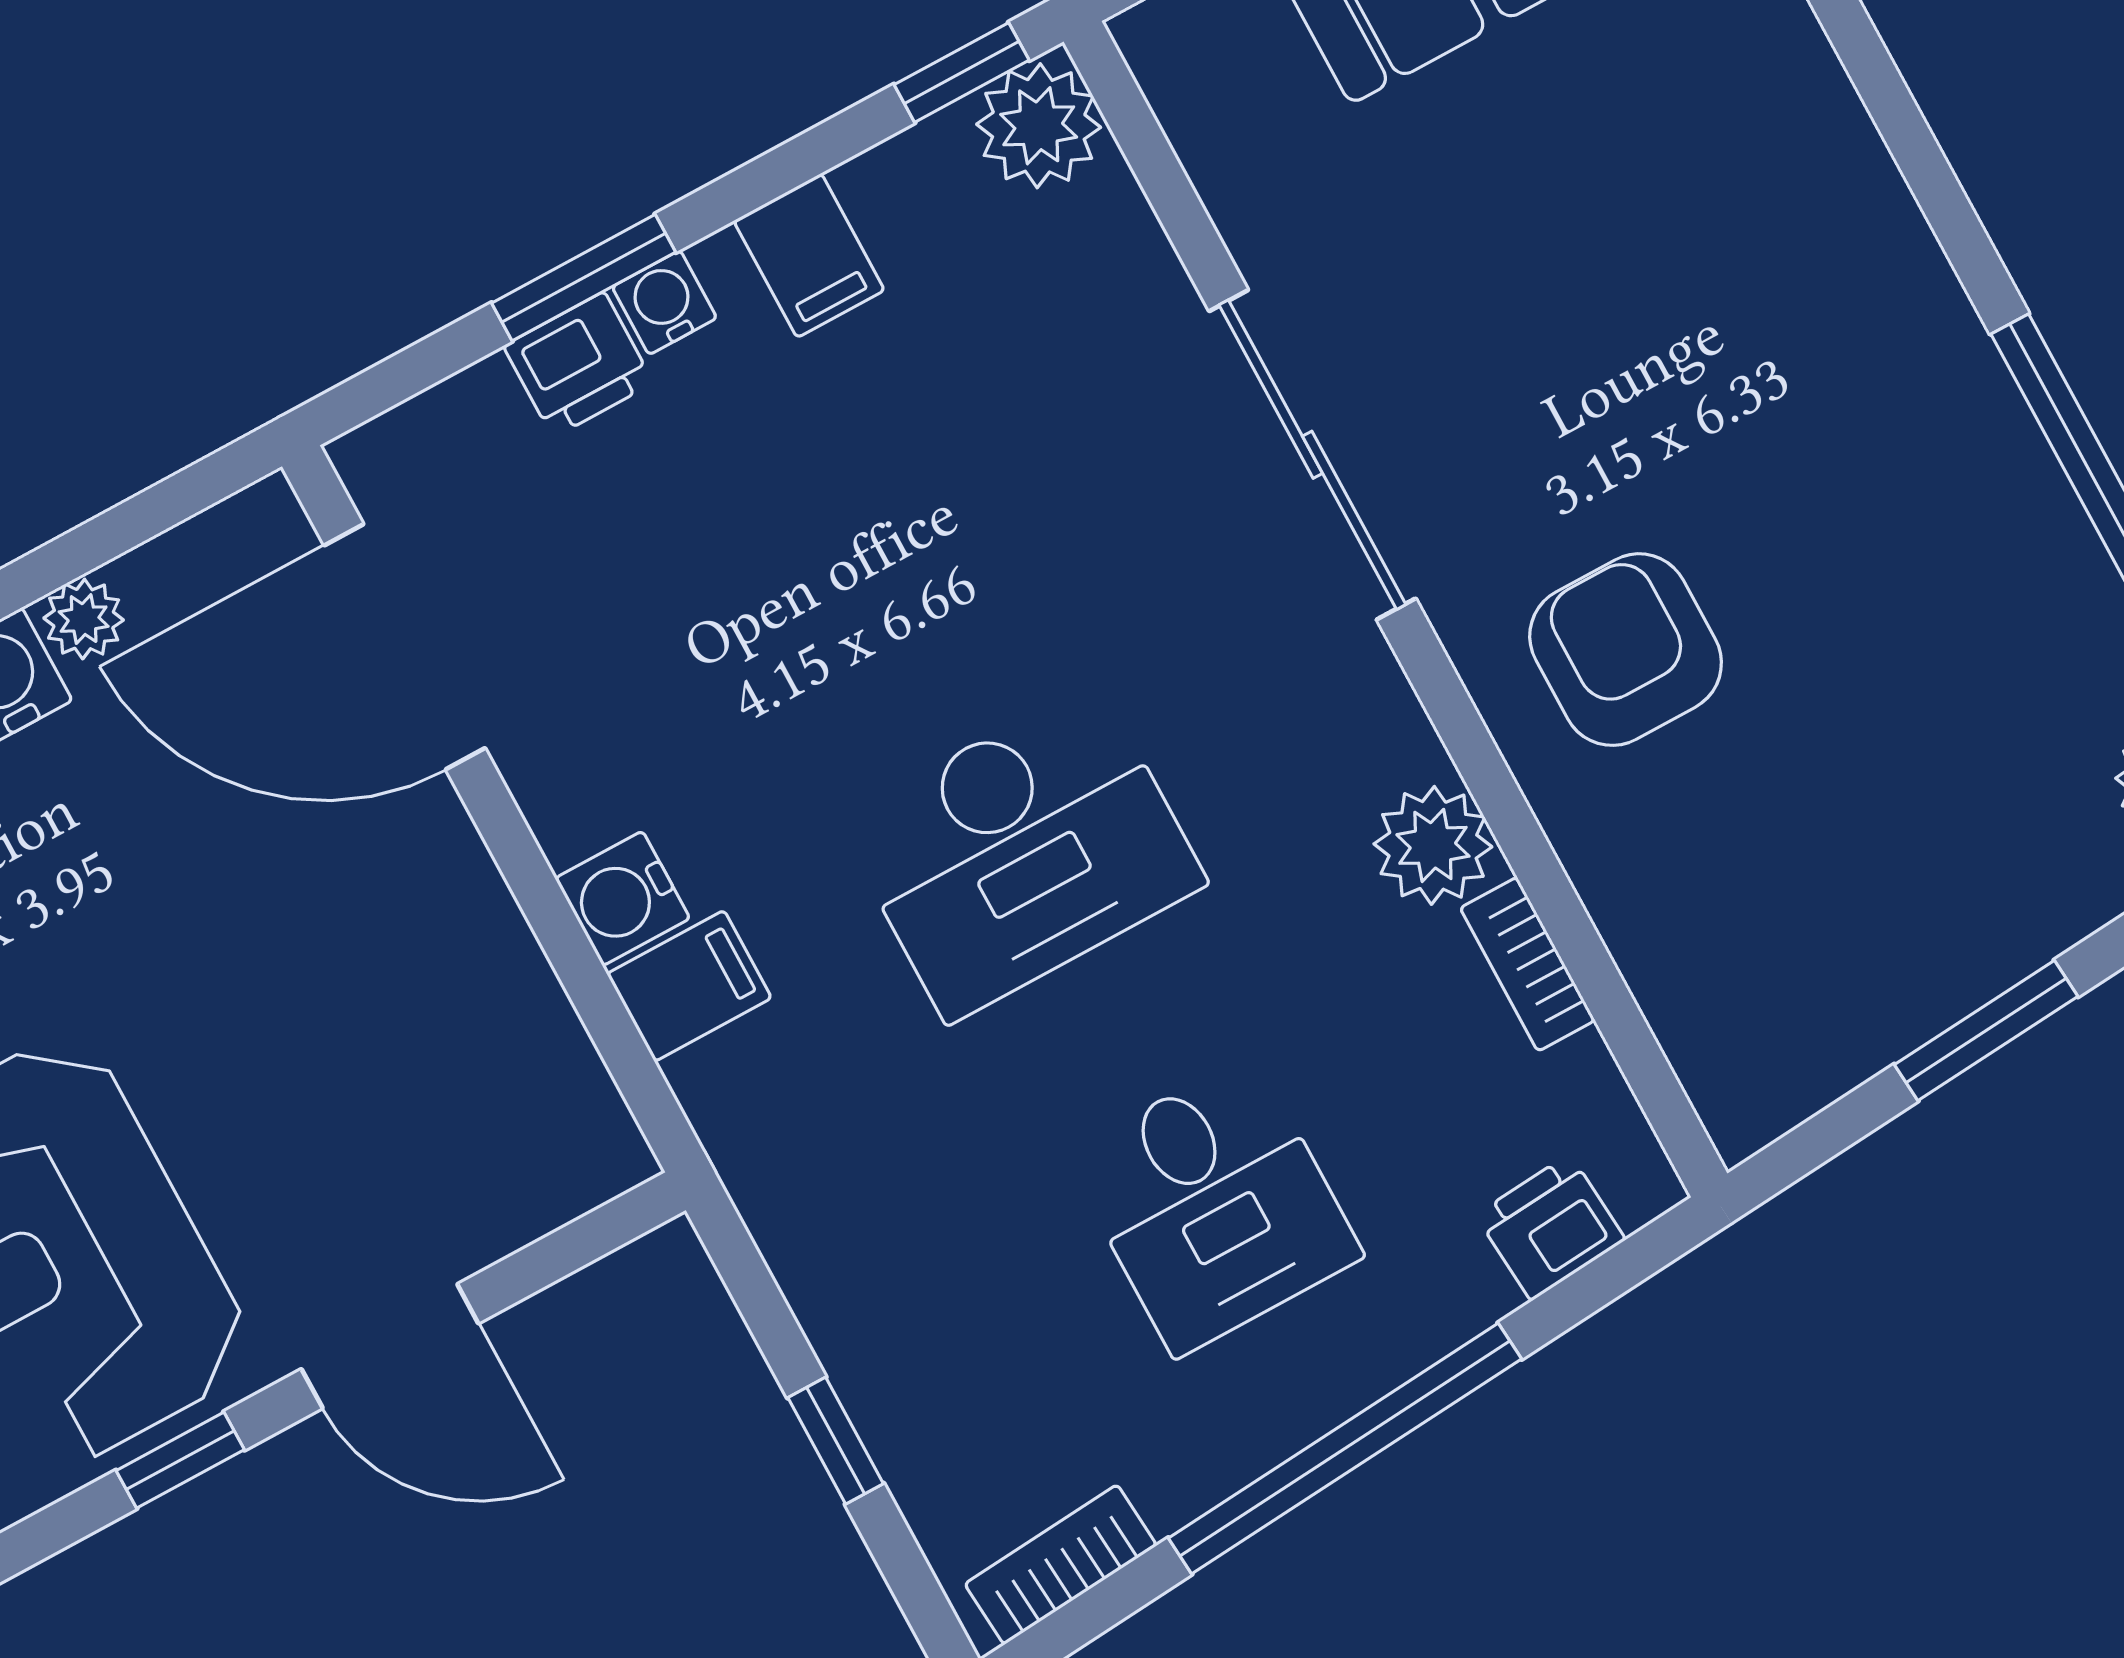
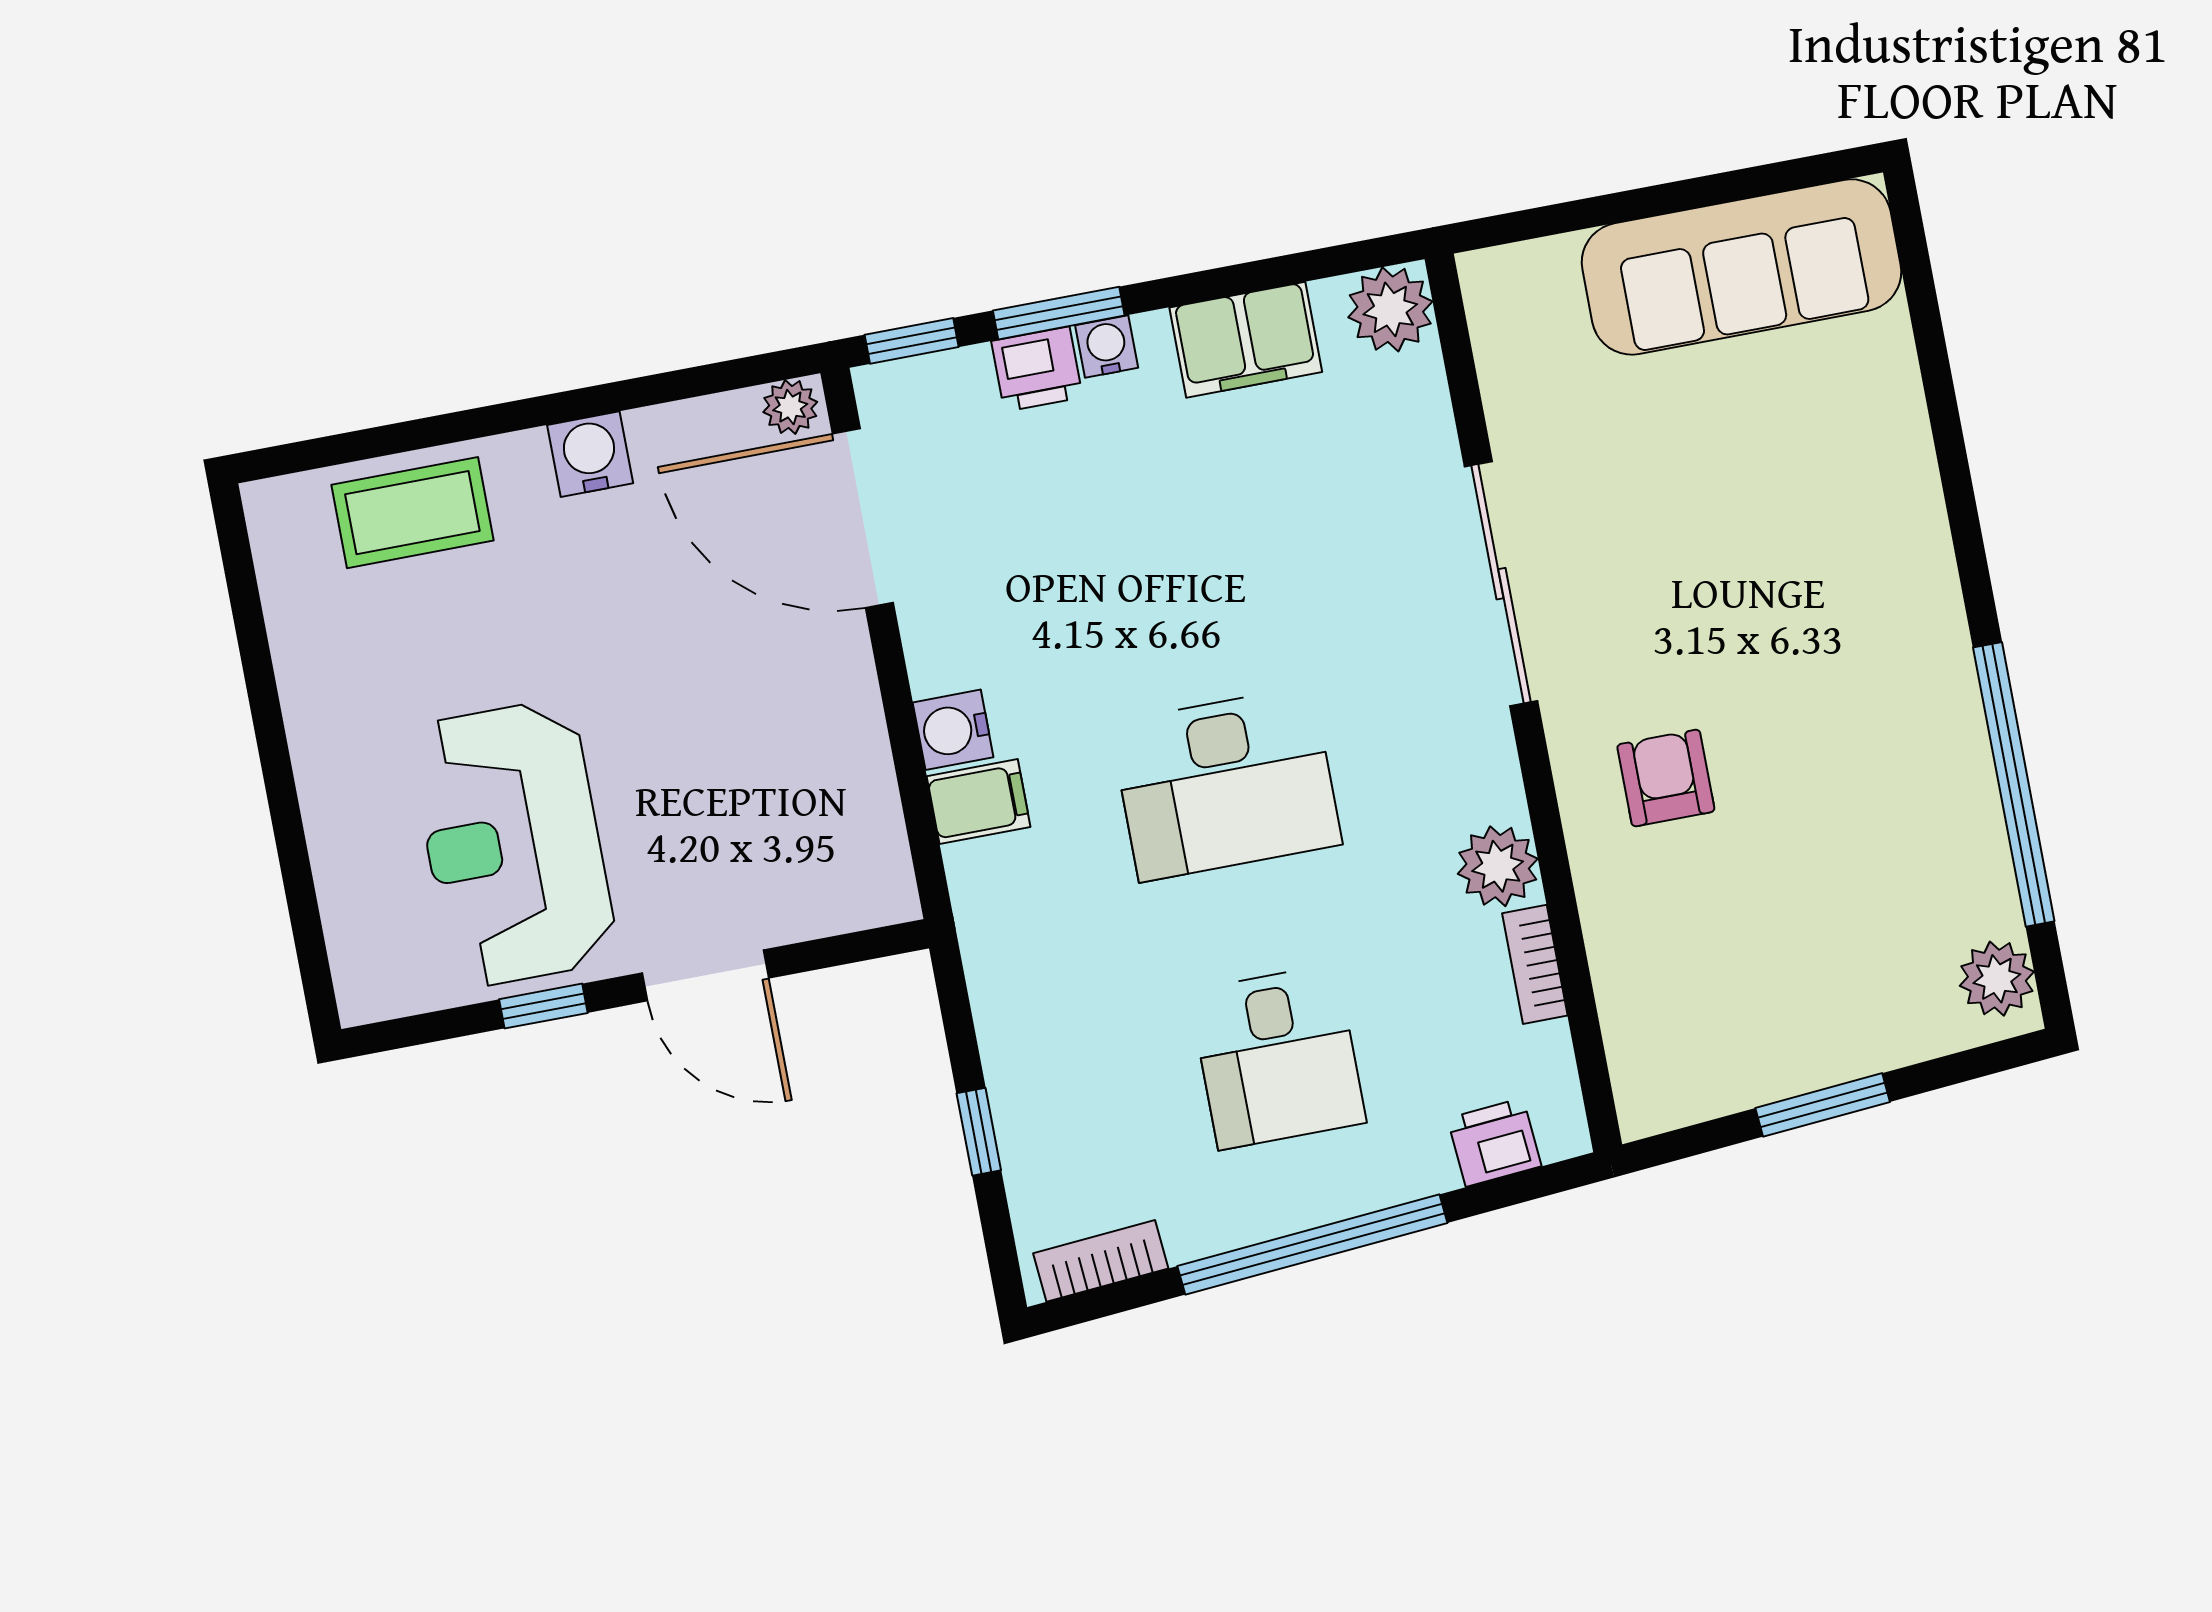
window: (962, 72) -> (912, 341), moved
filing cabinet: (809, 256) -> (1246, 340), width x2.00
plant: (84, 619) -> (790, 407), moved
armchair: (1626, 650) -> (1666, 778), width x0.72, depth x0.72

